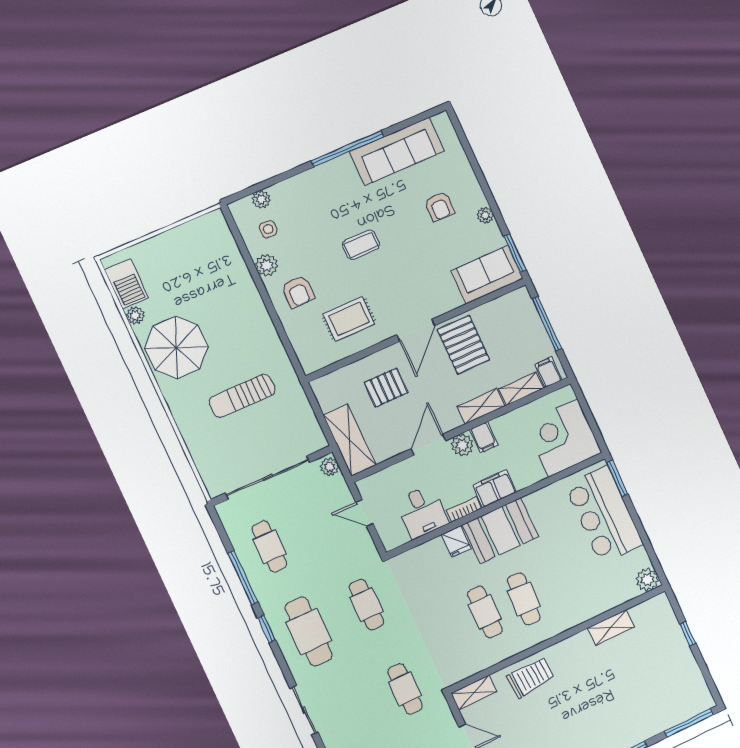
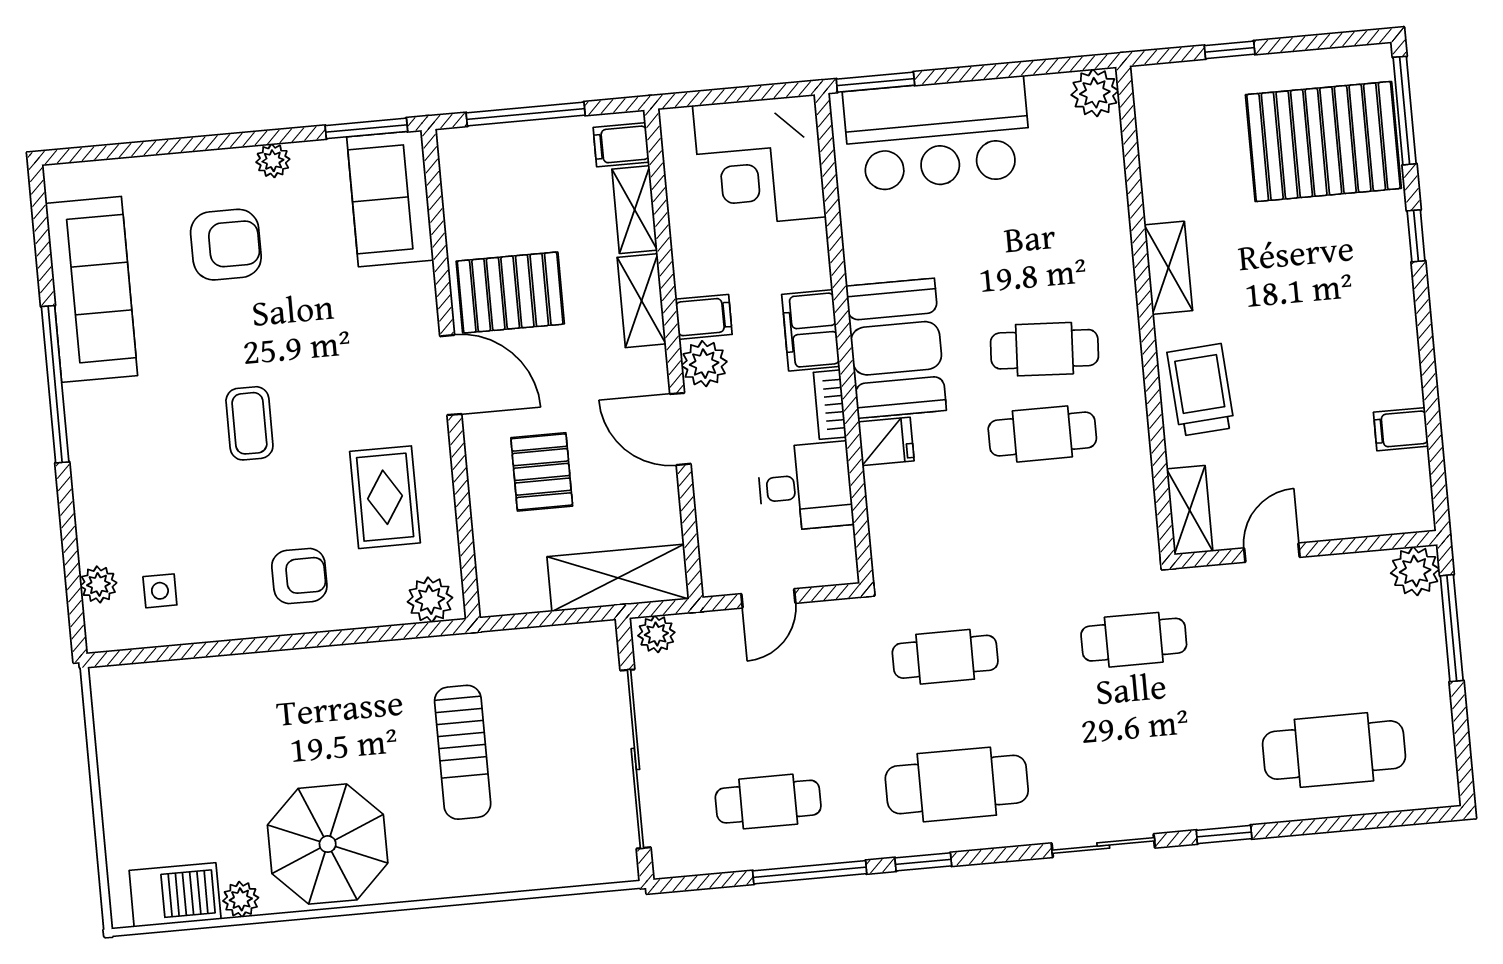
armchair: (439, 206) -> (226, 245), width x1.38, depth x1.38
plant: (267, 265) -> (430, 600), moved
shelving: (611, 627) -> (1168, 268), moved
pallet: (662, 691) -> (1323, 142), added

